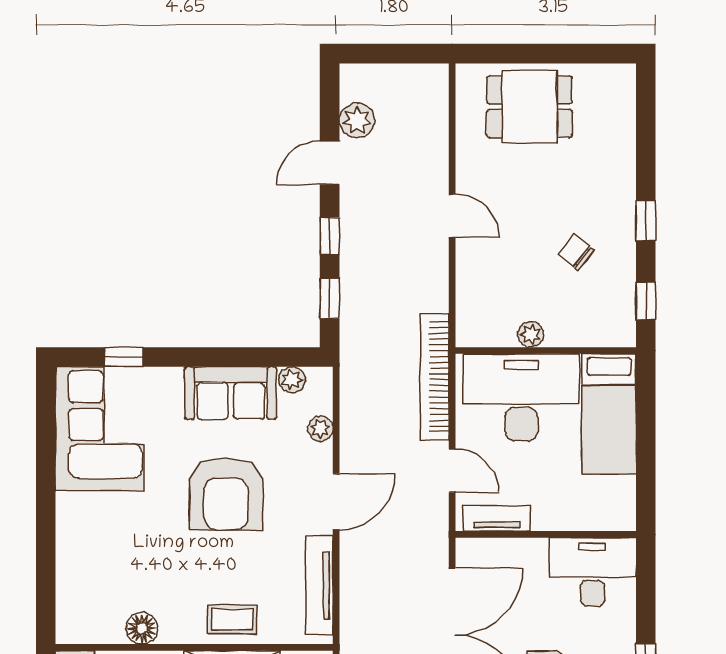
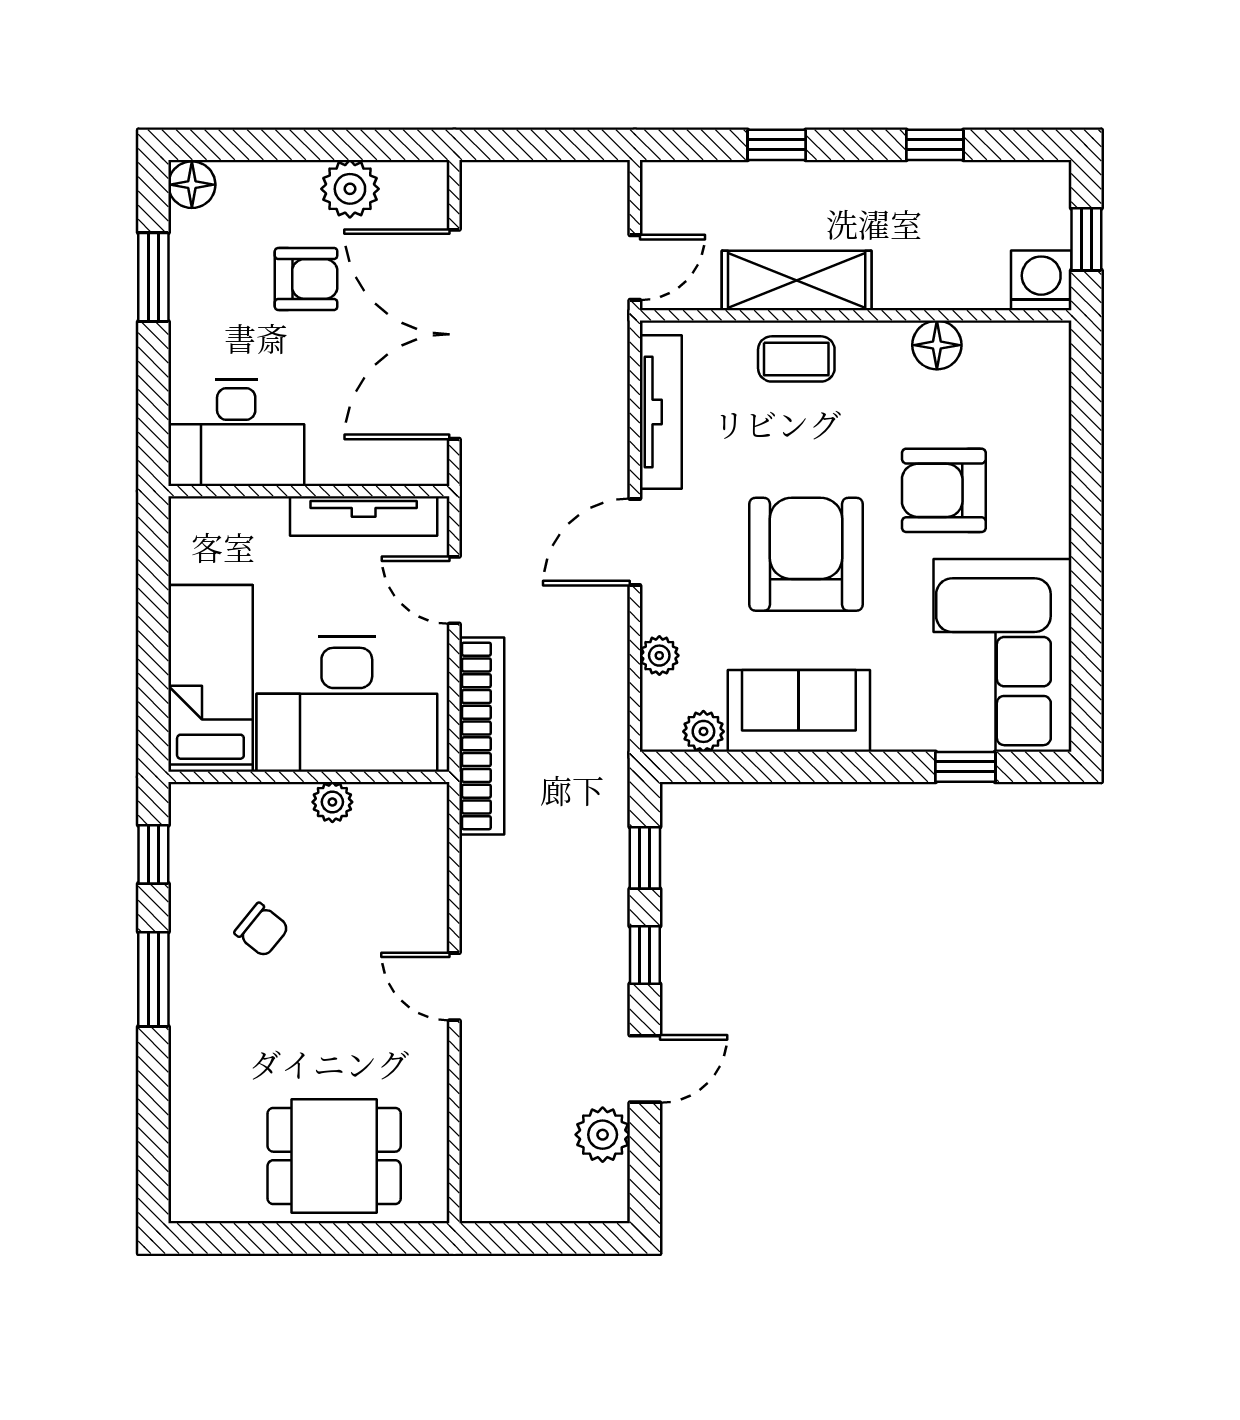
window: (646, 220) -> (153, 979), width x1.50
tv unit: (497, 518) -> (364, 516), width x1.41
armchair: (137, 535) -> (944, 490), added

